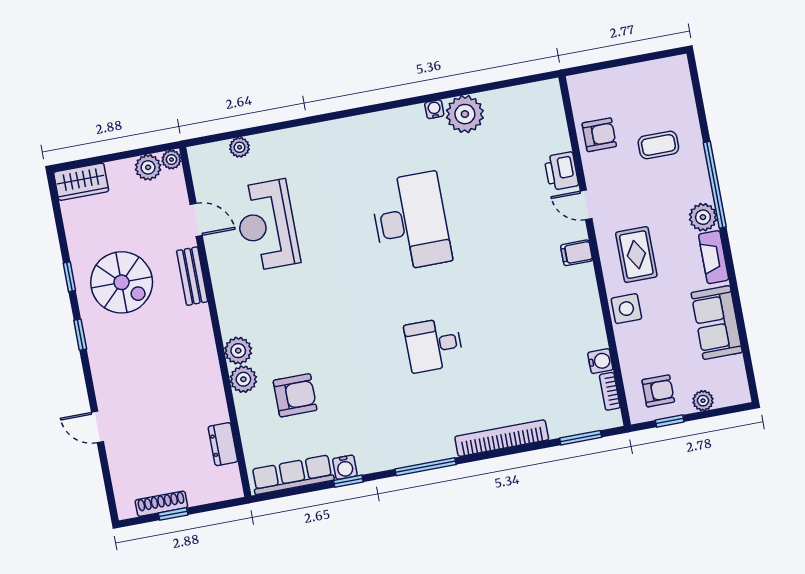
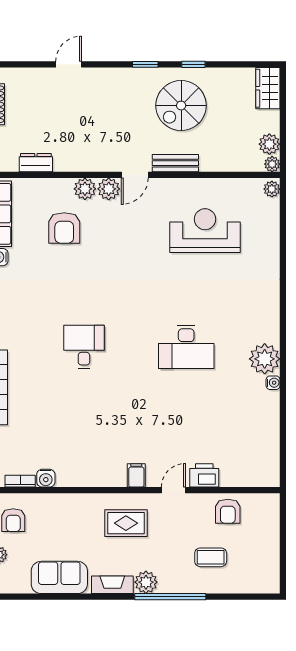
plant: (465, 114) -> (265, 359), moved
coffee table: (658, 145) -> (211, 557), turned 90
plant: (240, 147) -> (272, 189), moved
door: (196, 220) -> (135, 175), moved
desk: (411, 222) -> (186, 347), width x0.73, depth x0.77
side table: (626, 309) -> (84, 507), removed

